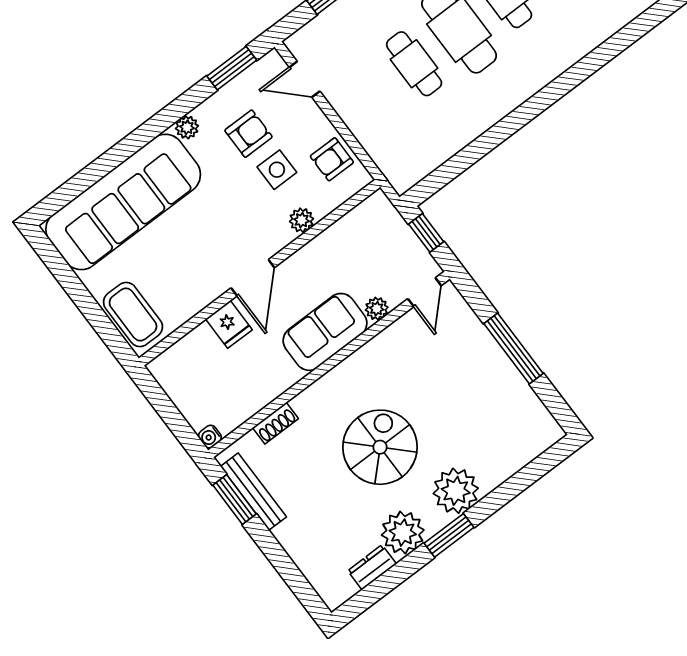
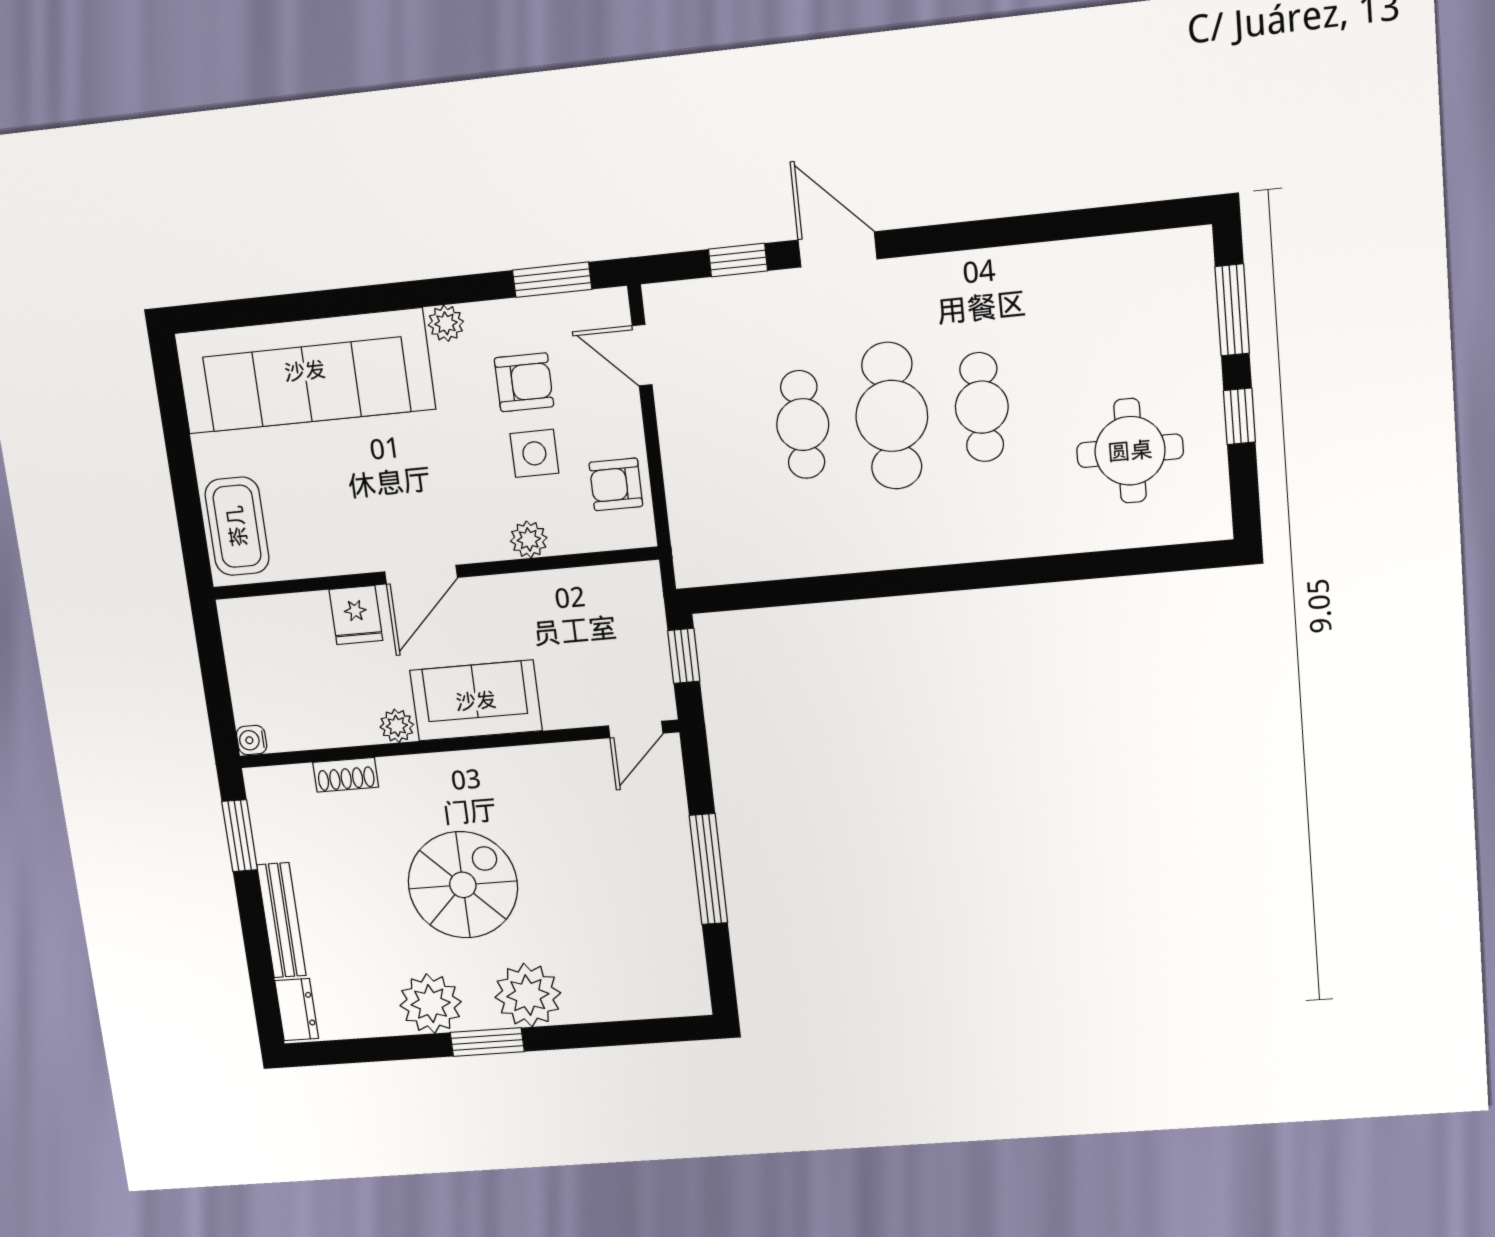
plant: (377, 309) -> (397, 726), moved
bench: (253, 492) -> (282, 920), moved
dresser: (372, 567) -> (297, 1010), moved, turned 90

